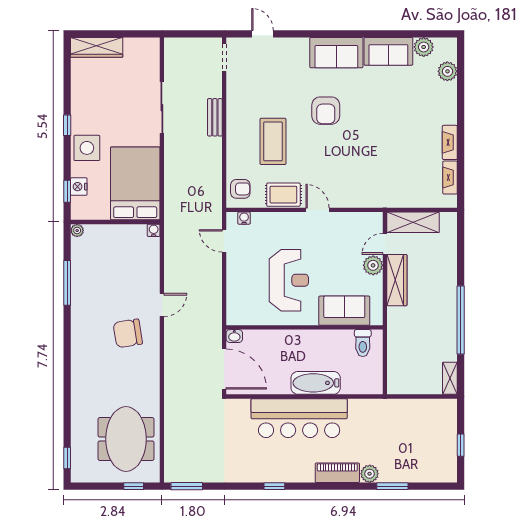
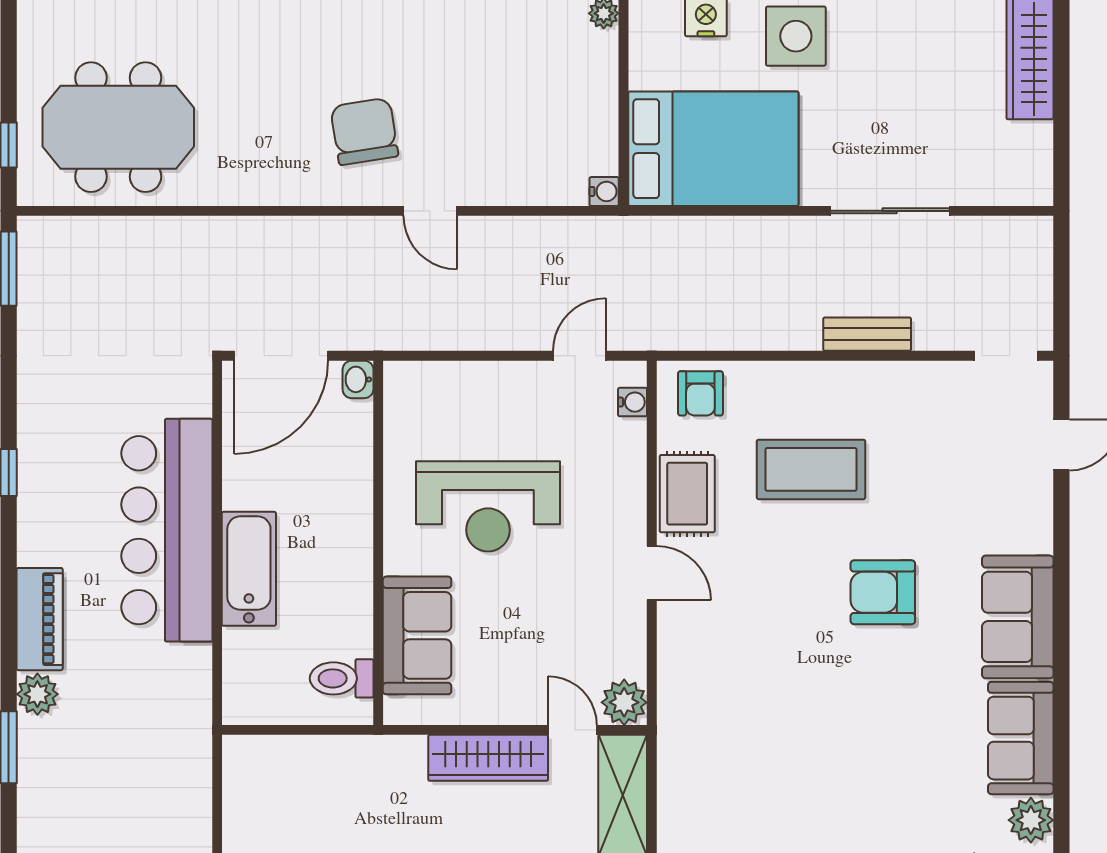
door: (318, 210) -> (652, 573), hinge flipped
plant: (373, 265) -> (624, 702), moved

